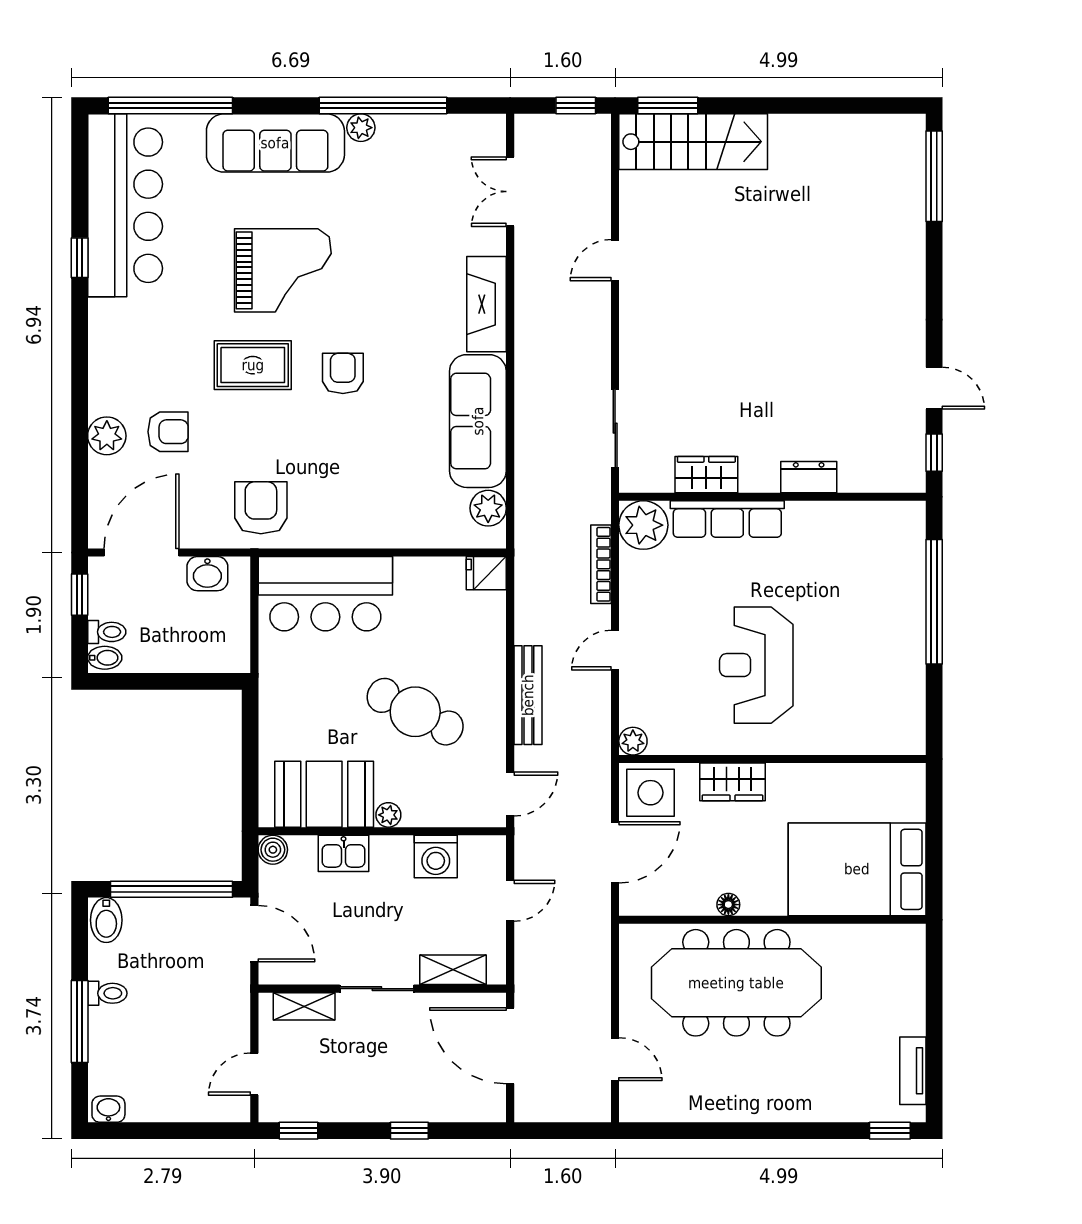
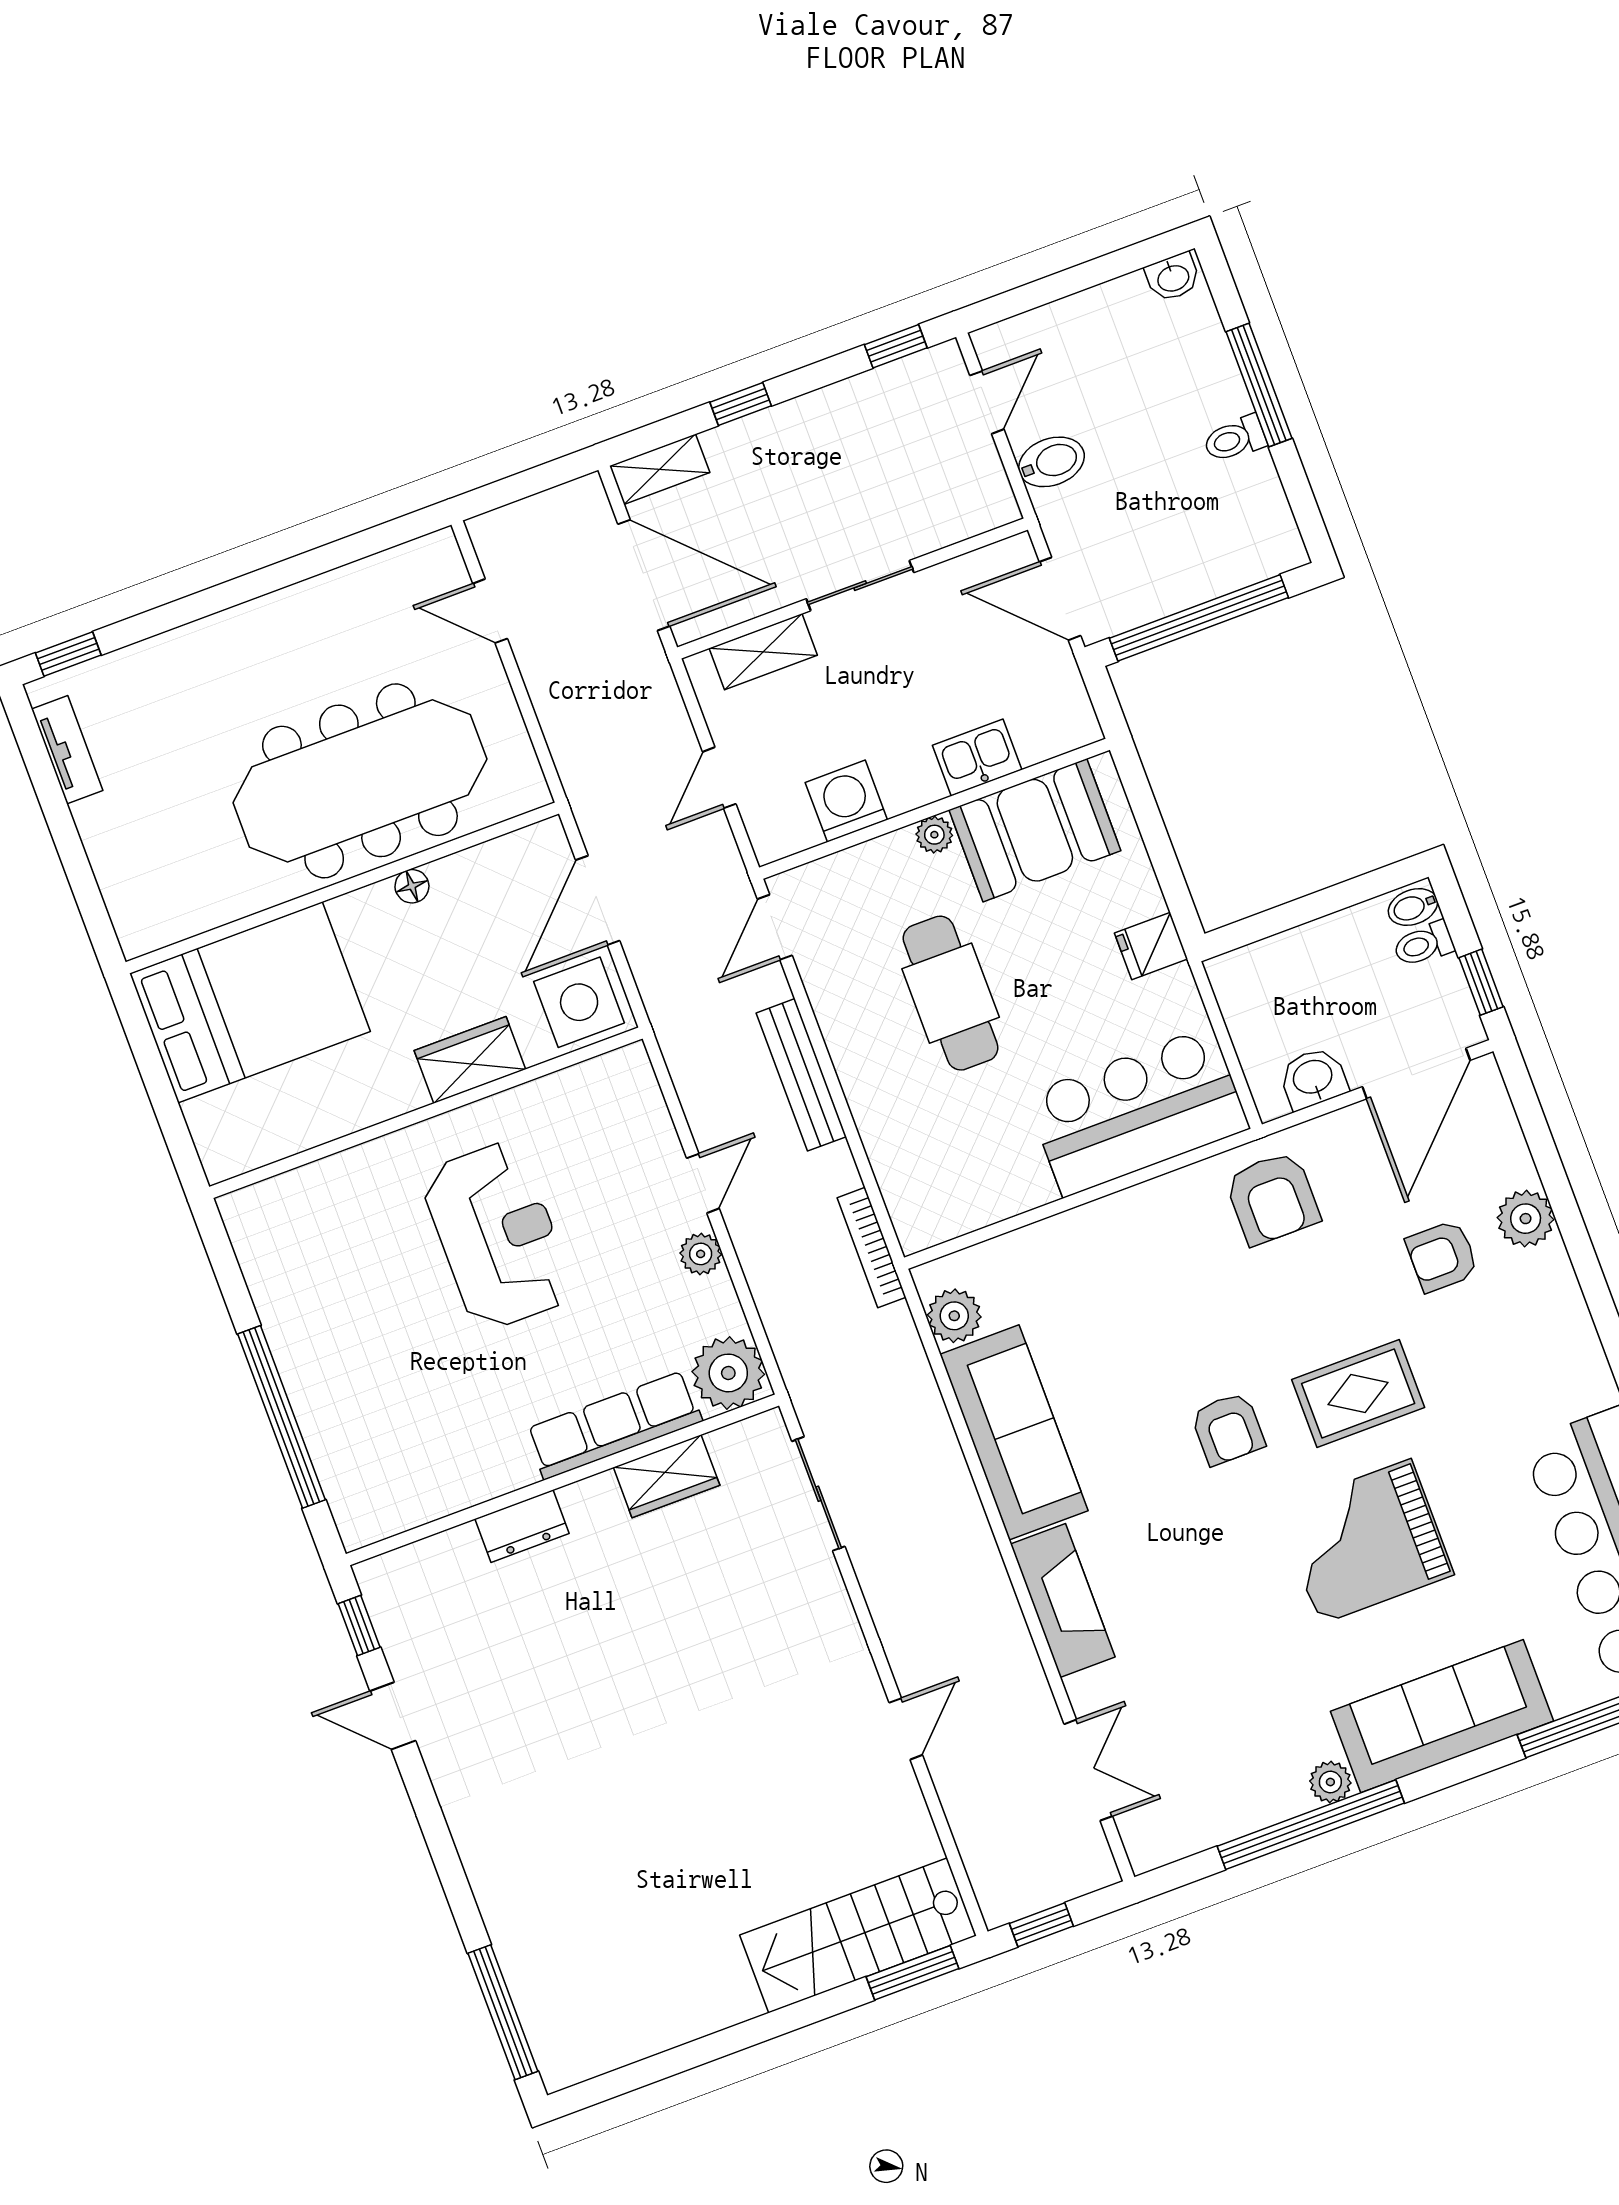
bookcase: (601, 564) -> (872, 1248), moved, turned 180
fridge: (486, 573) -> (1151, 946), moved, turned 180
cafe table: (415, 712) -> (951, 993), turned 63
plant: (633, 741) -> (701, 1254), moved
boiler: (273, 850) -> (1078, 726), removed
bidet: (106, 920) -> (1051, 462), moved, turned 90
shelving: (304, 1006) -> (660, 469), moved

